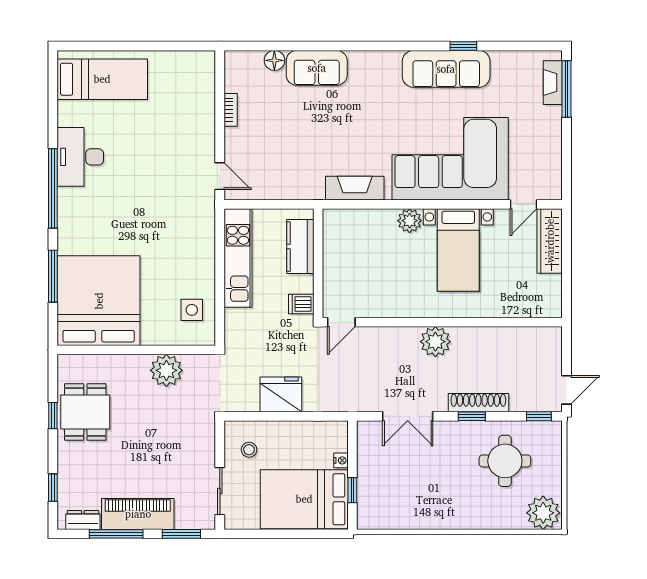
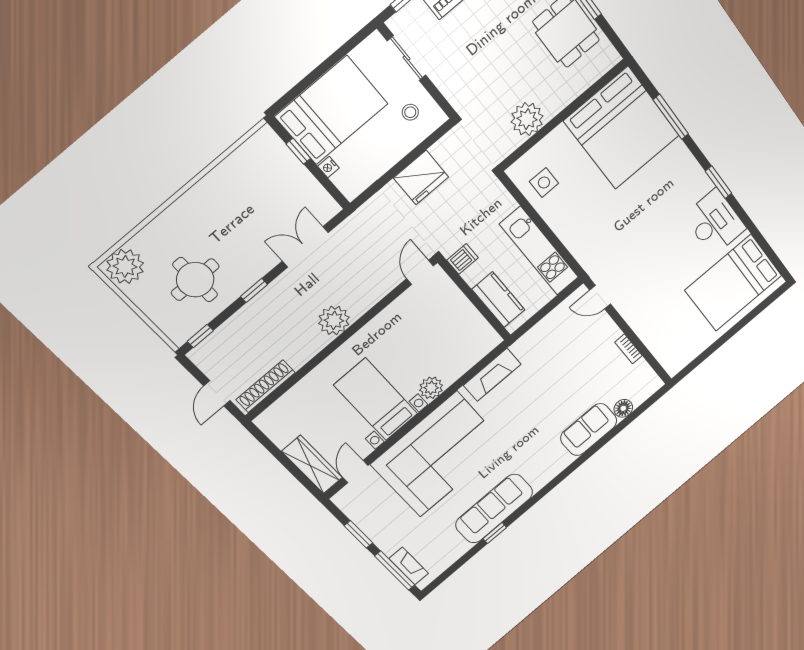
bed: (102, 79) -> (733, 283), width x1.50
window: (566, 148) -> (358, 534), added
window: (53, 188) -> (719, 182), width x0.47
door: (566, 390) -> (217, 393), moved
shoe rack: (478, 403) -> (266, 386), moved, turned 180

